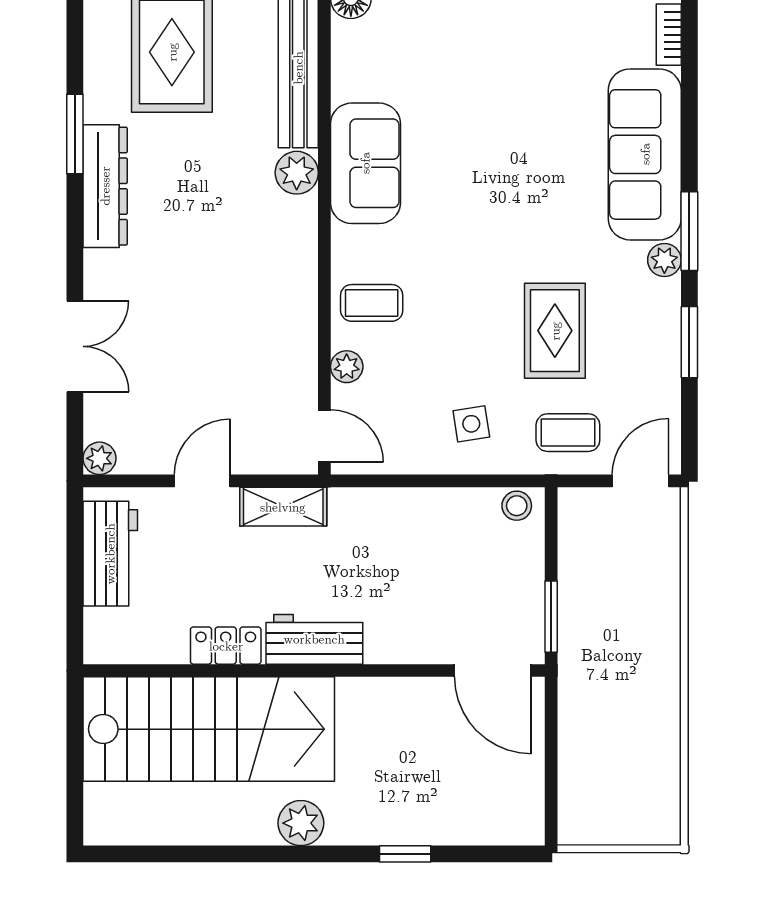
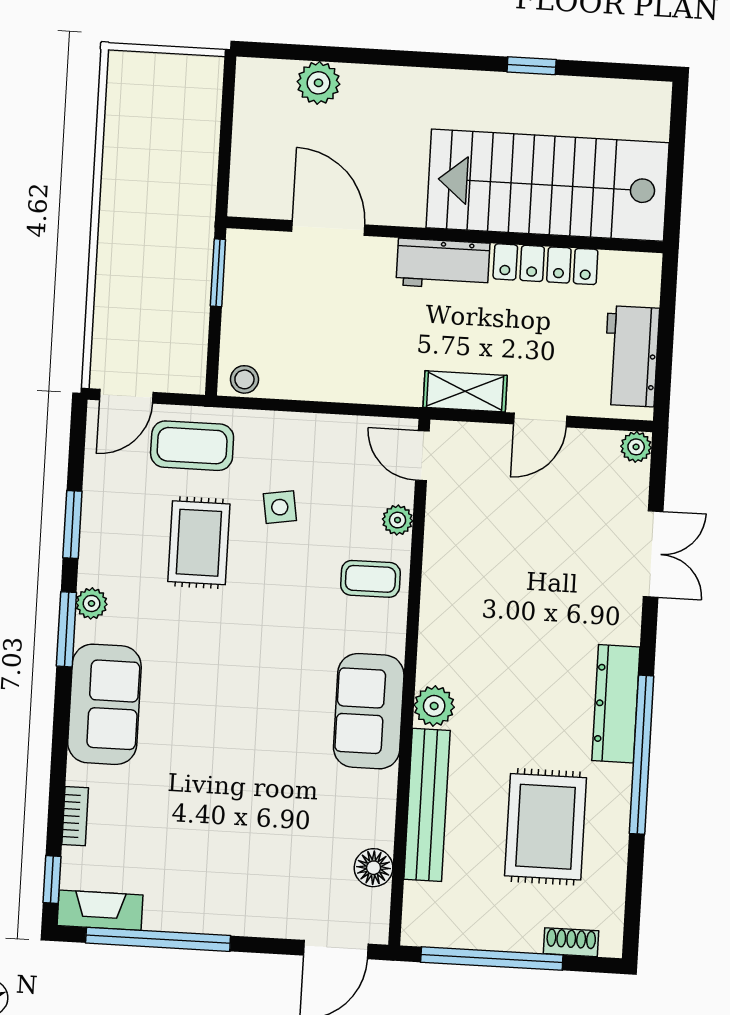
window: (75, 134) -> (642, 755), width x2.11
sofa: (645, 154) -> (104, 704), width x0.73
double door: (75, 346) -> (653, 554), swing flipped
side table: (471, 424) -> (280, 507), moved
coffee table: (568, 433) -> (192, 446), width x1.36, depth x1.30
locker: (226, 646) -> (545, 264), width x1.53
door: (493, 670) -> (328, 228), moved
plant: (301, 823) -> (318, 83), moved
window: (405, 854) -> (532, 66), moved

